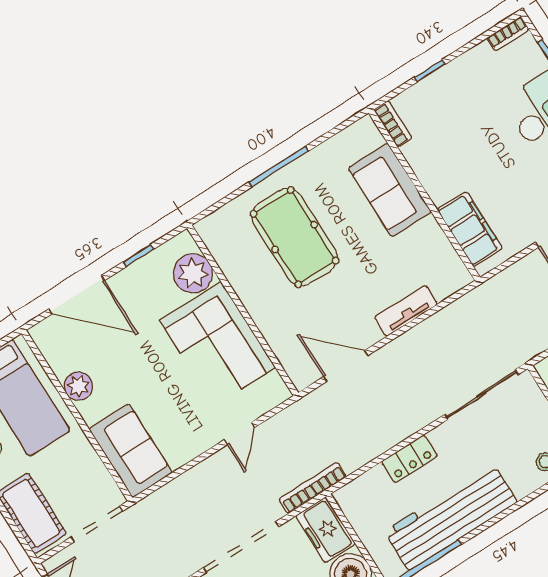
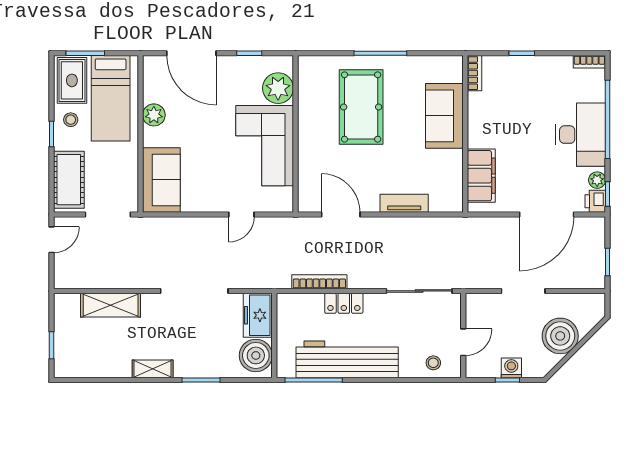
bookcase: (313, 488) -> (319, 282), moved

